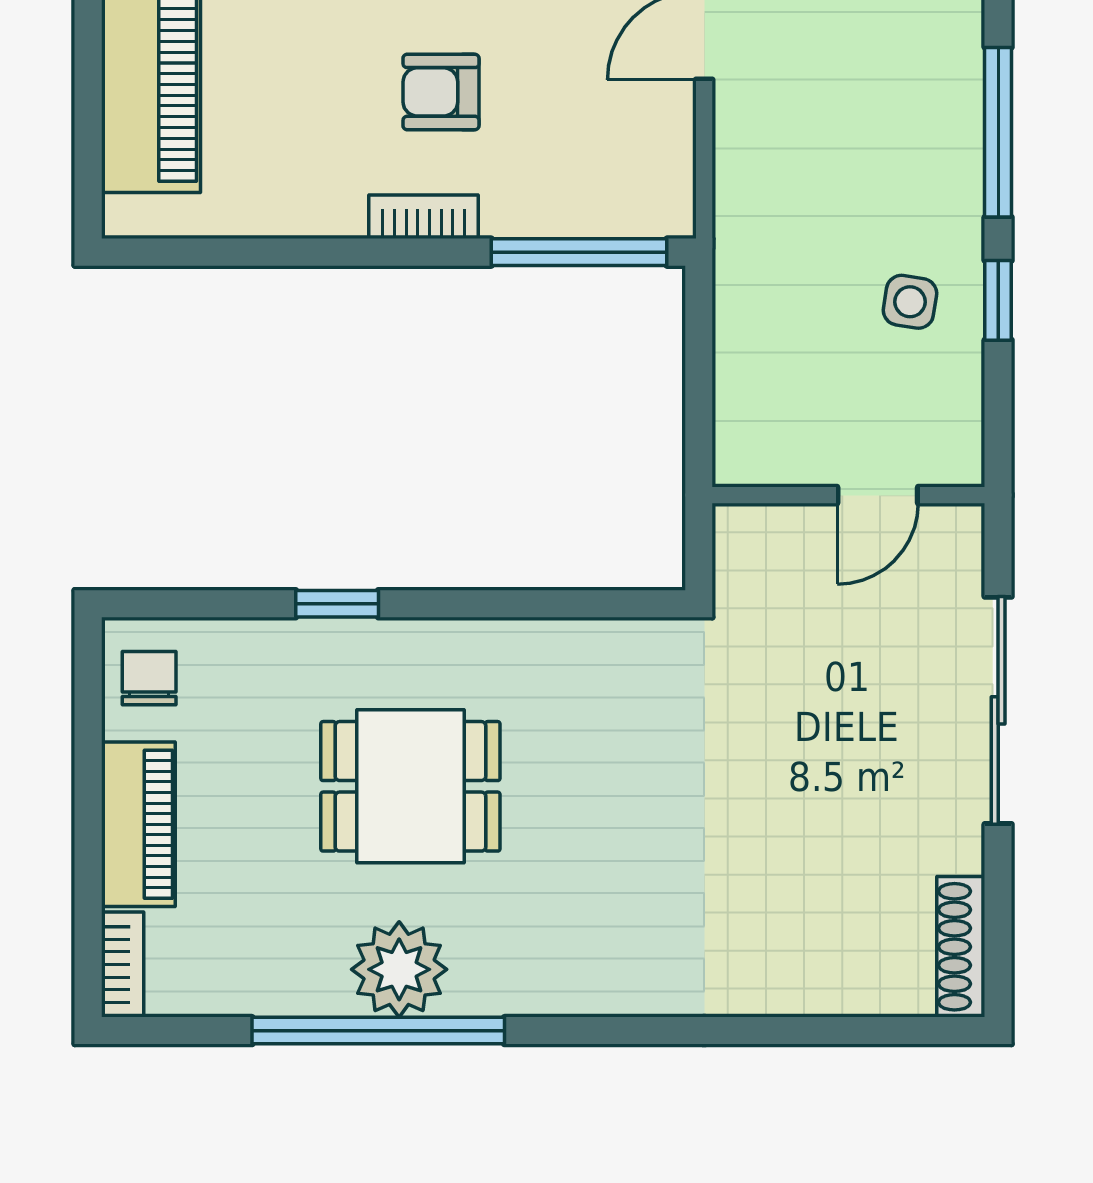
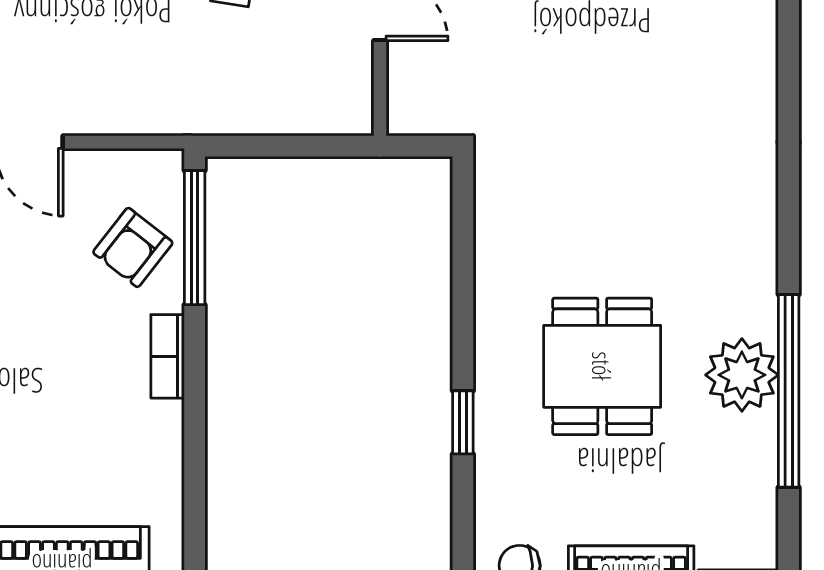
armchair: (441, 92) -> (133, 247), moved, turned 38

